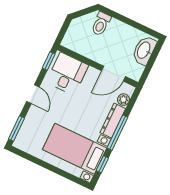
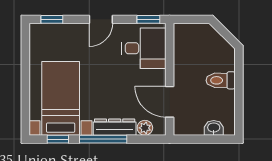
toilet: (101, 24) -> (221, 80), moved
washbasin: (144, 50) -> (214, 128), width x0.52, depth x0.69
window: (16, 128) -> (52, 19), width x0.67

